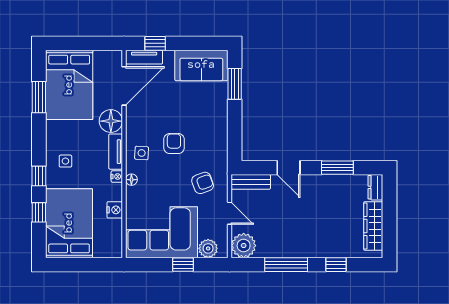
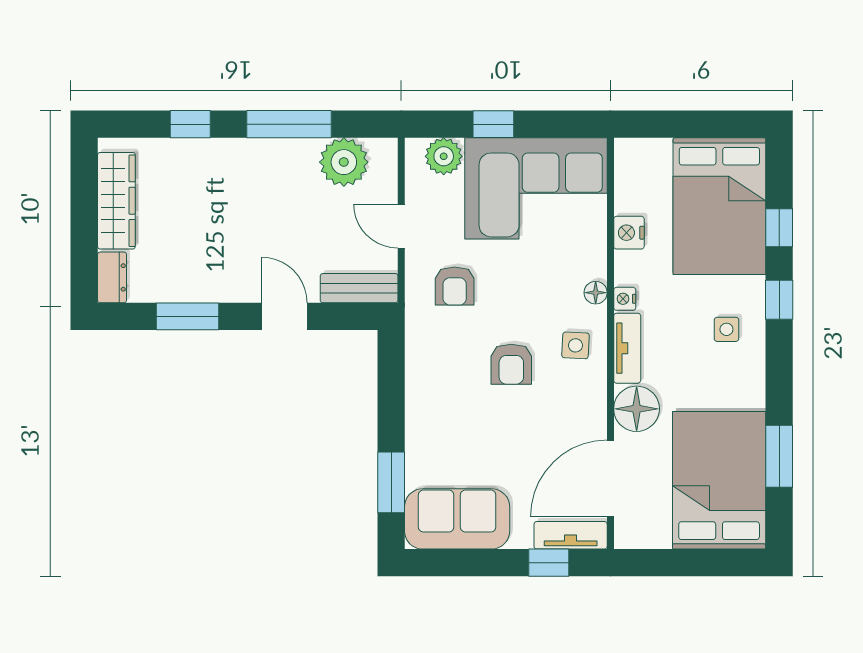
armchair: (203, 183) -> (455, 286), turned -70
plant: (244, 246) -> (344, 162), moved

